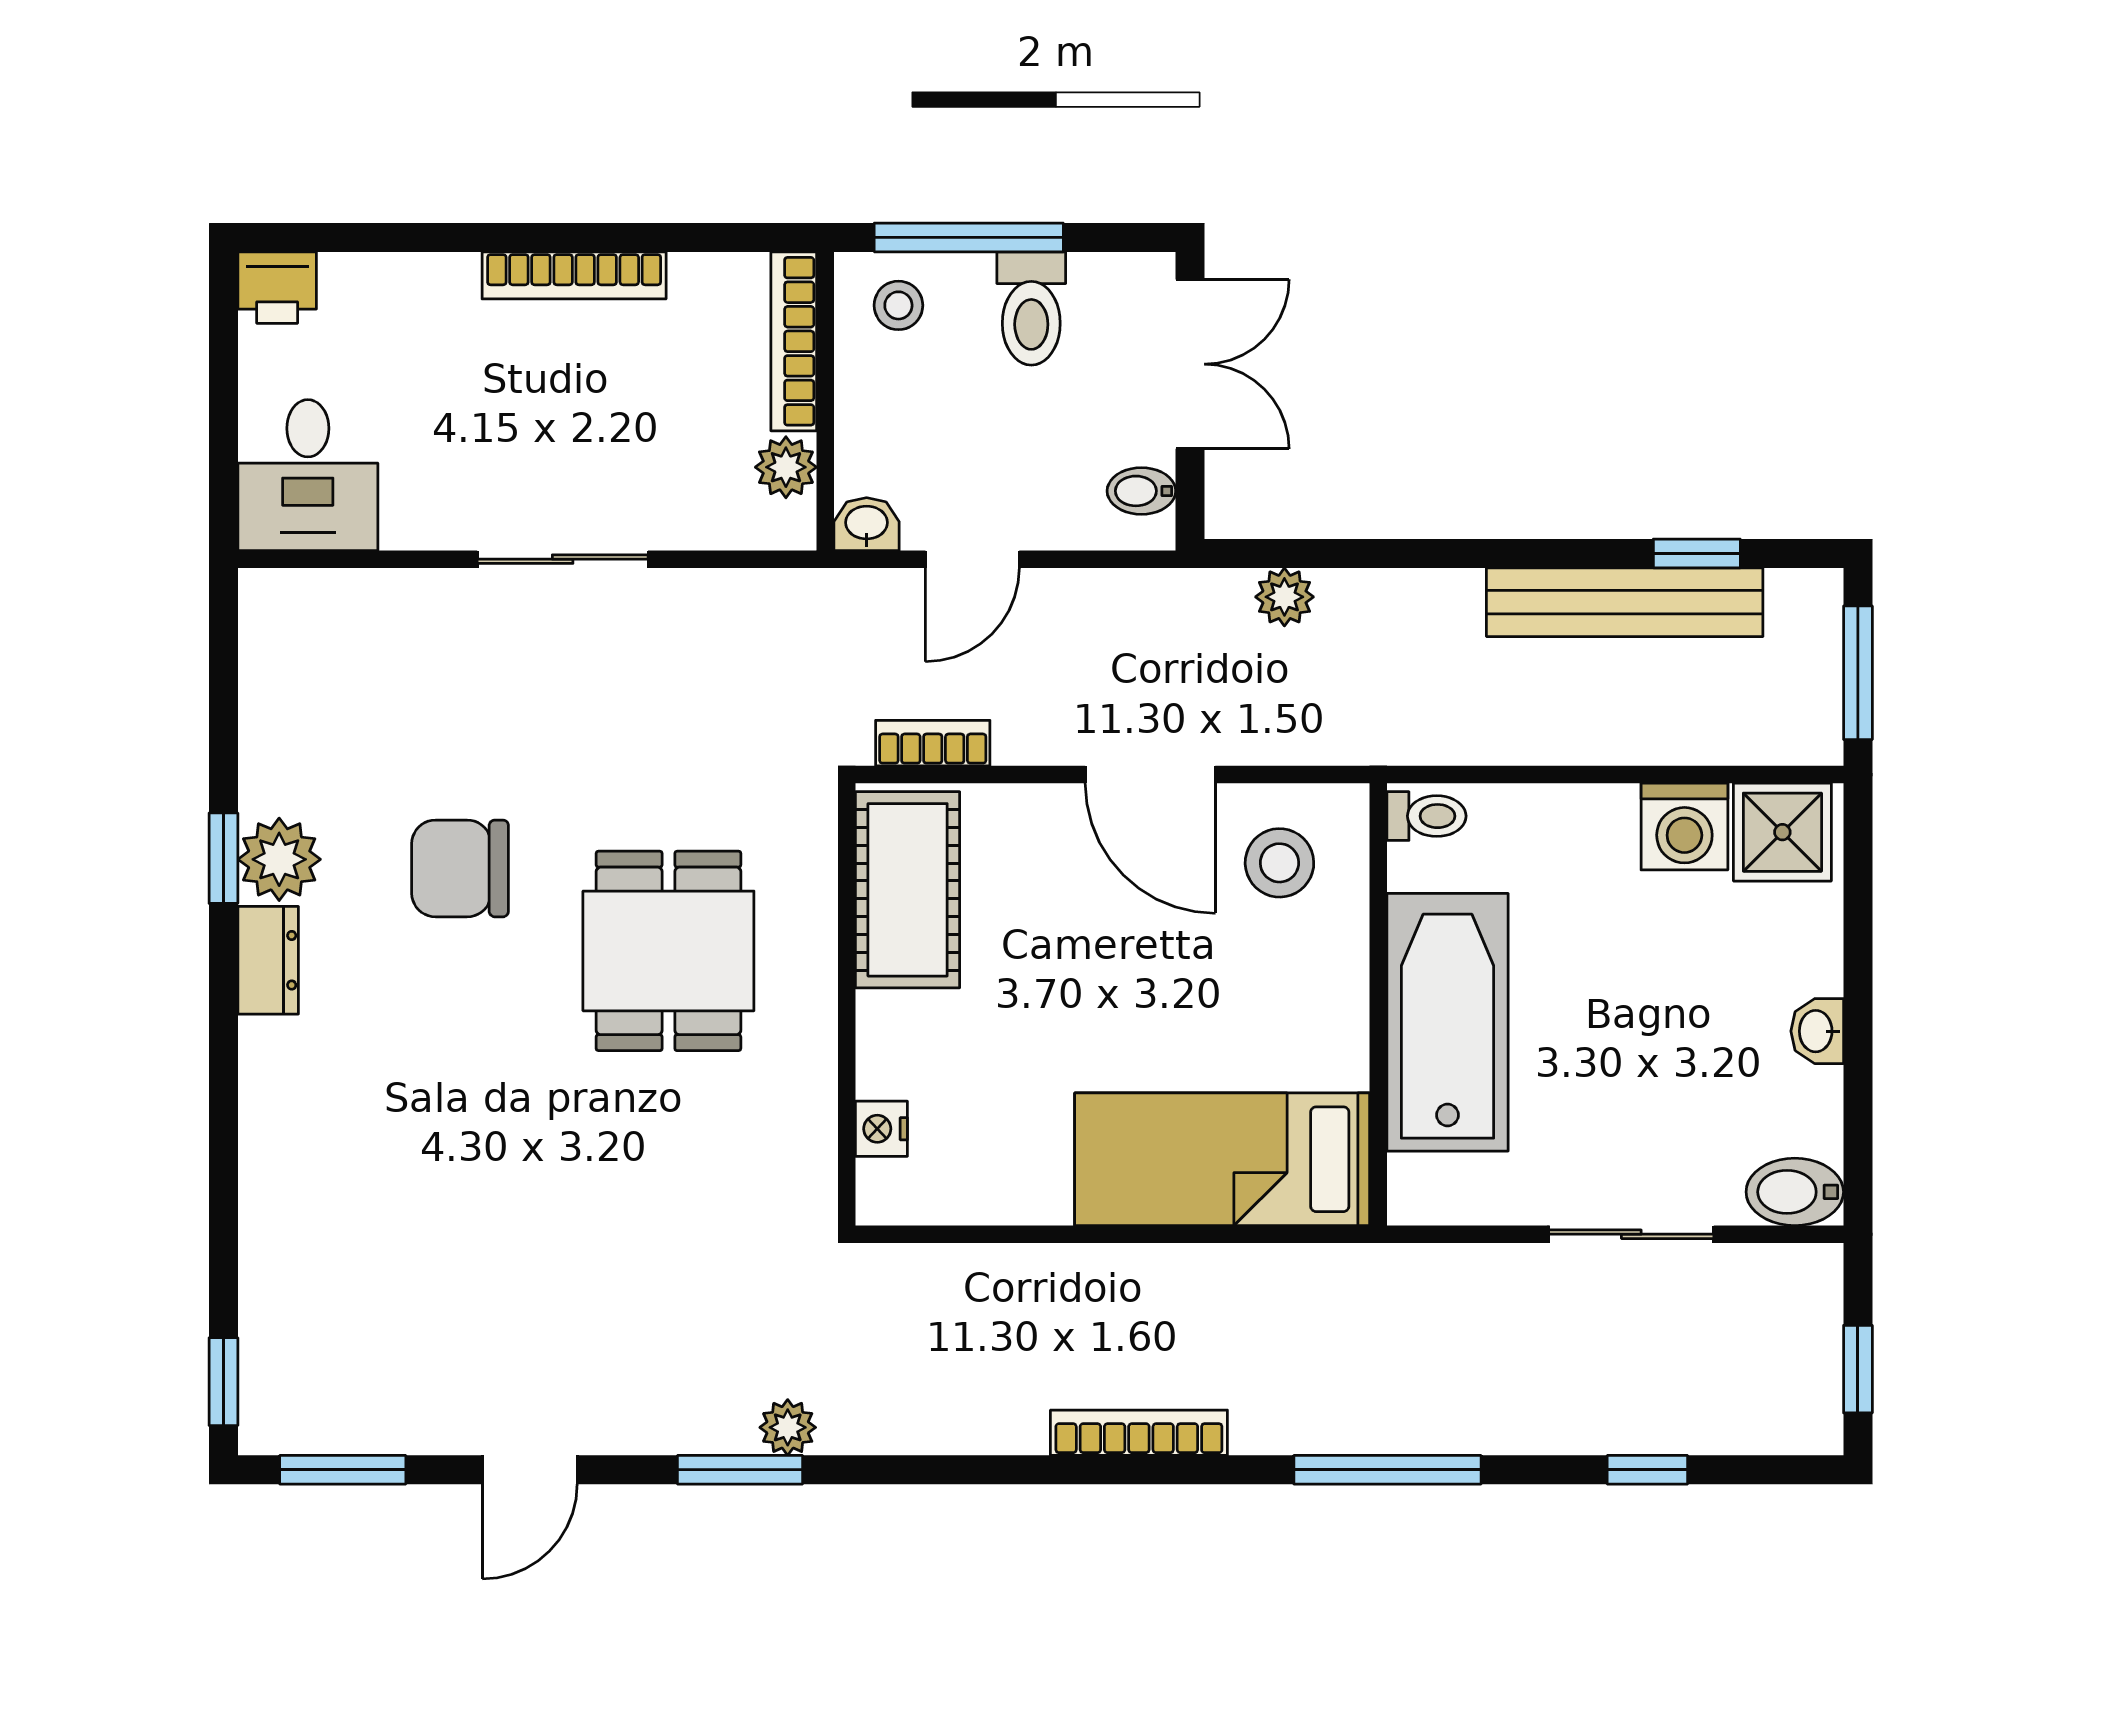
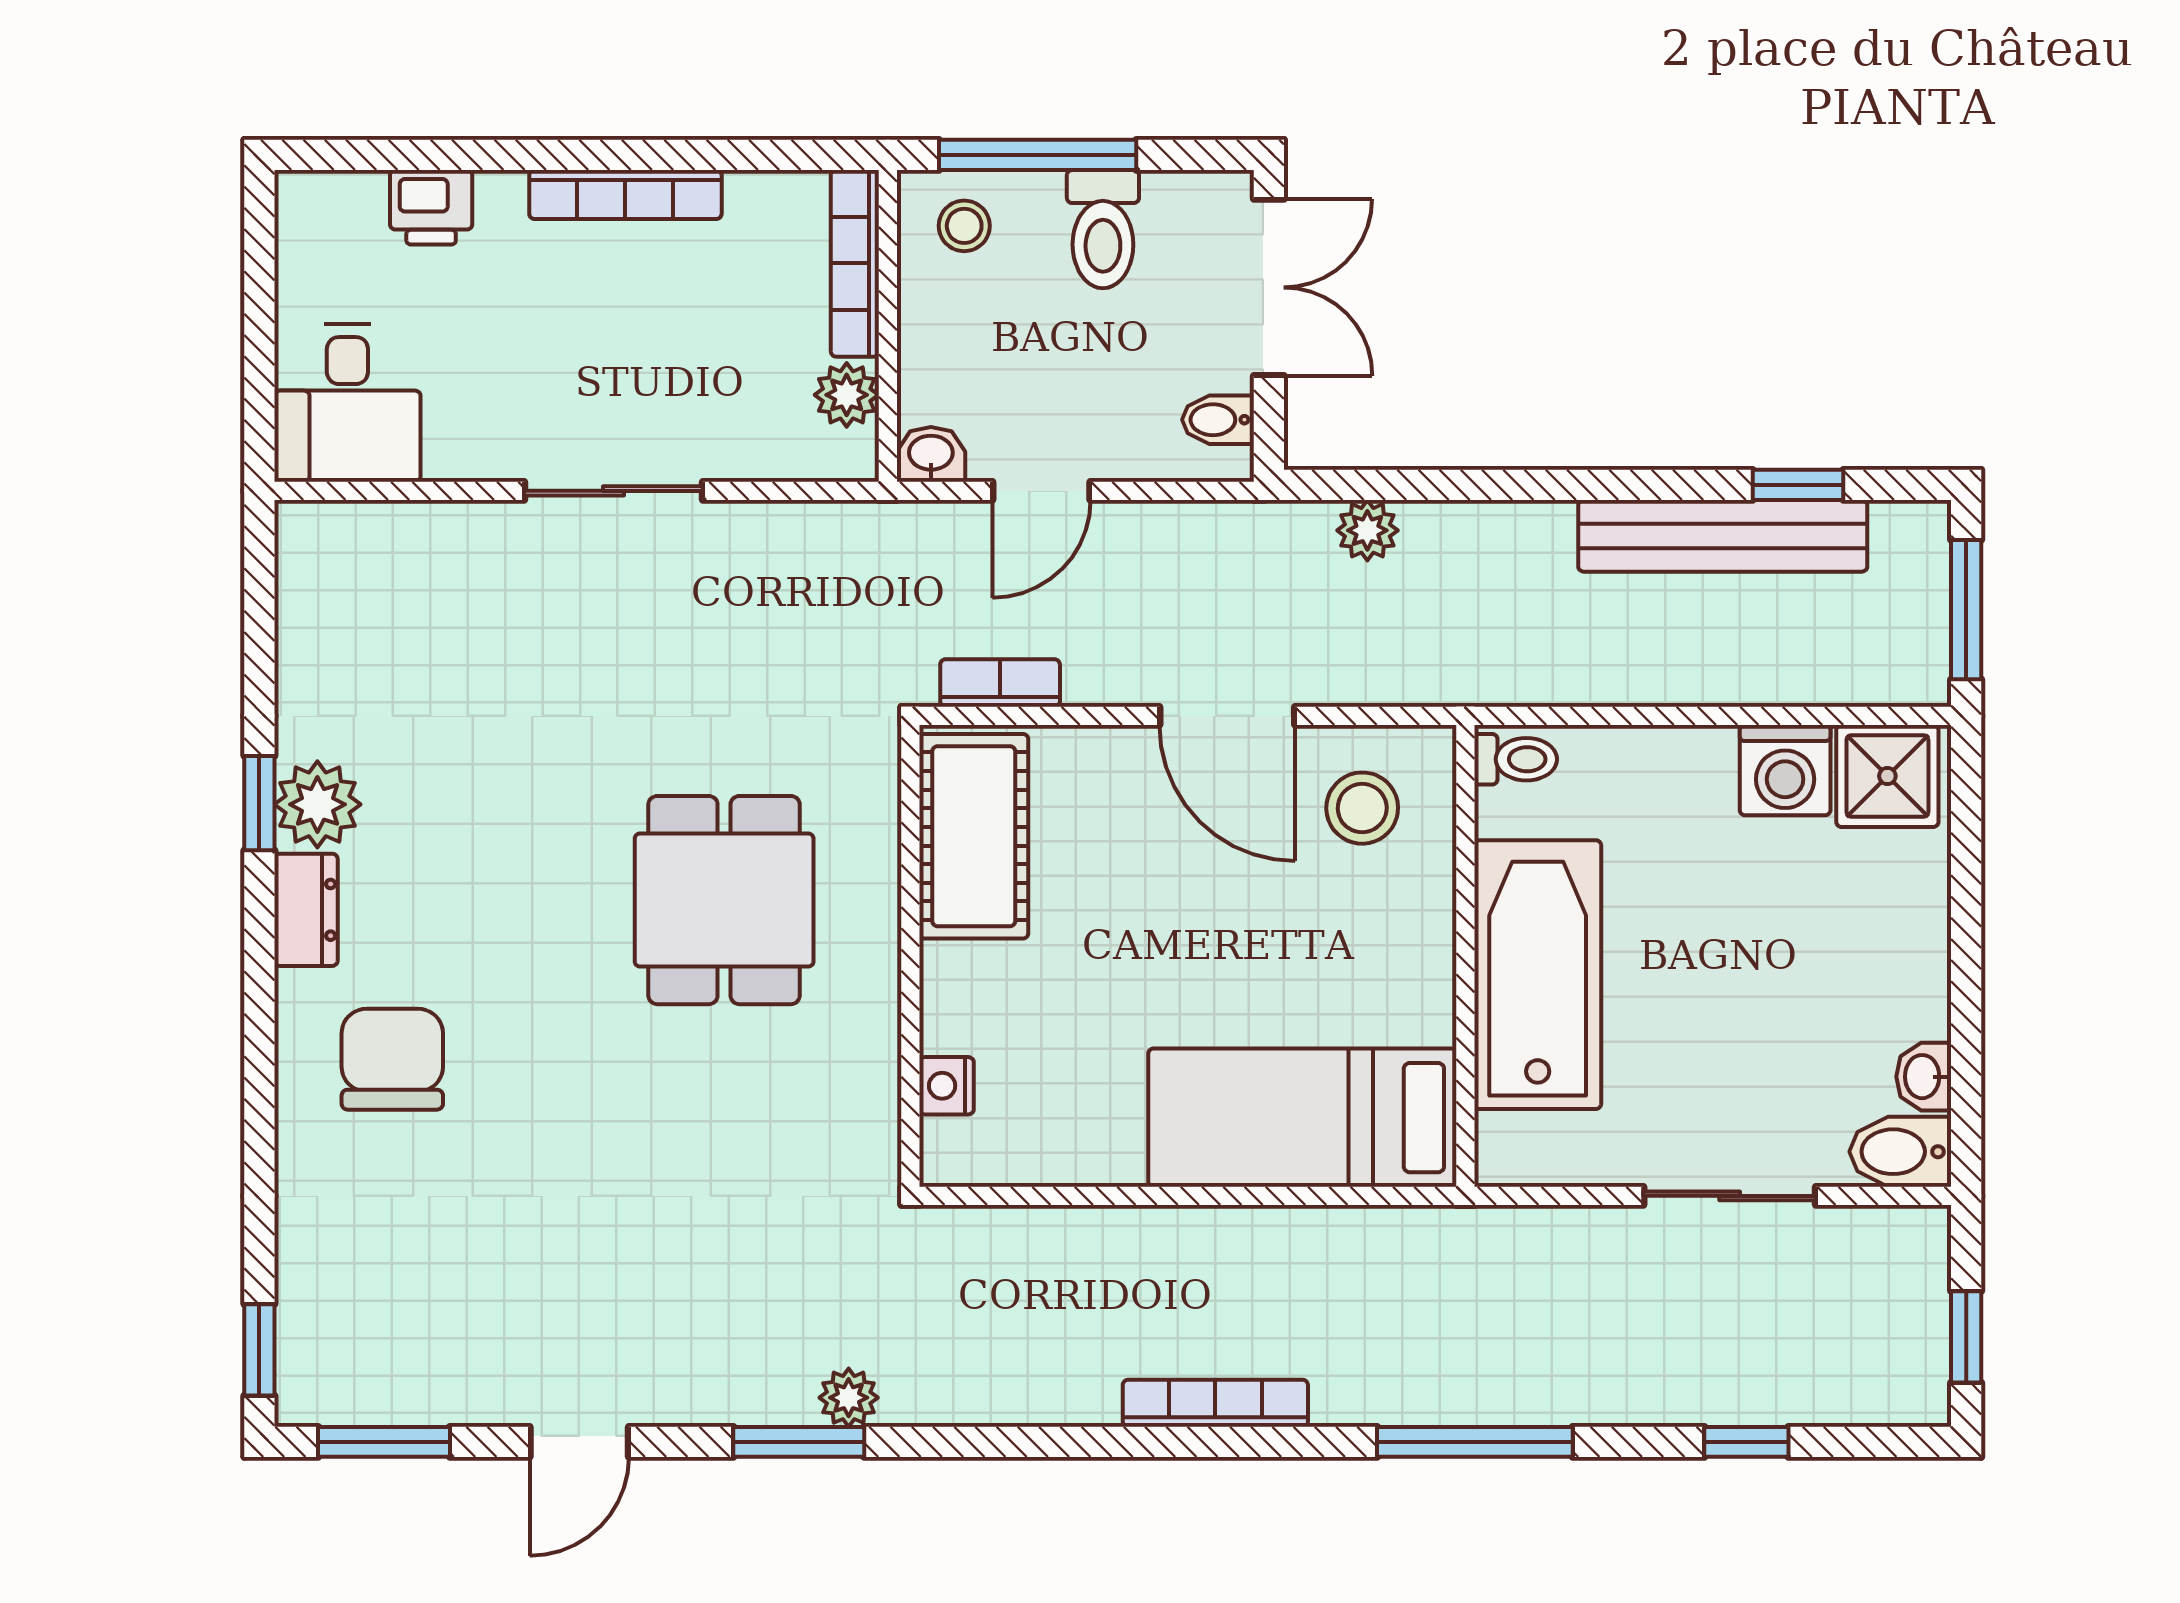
printer: (277, 288) -> (431, 207), moved
chair: (460, 868) -> (392, 1059), moved, turned 90
washbasin: (1817, 1031) -> (1924, 1077), moved

